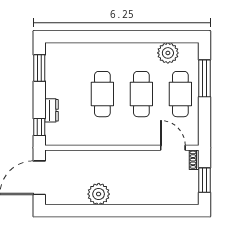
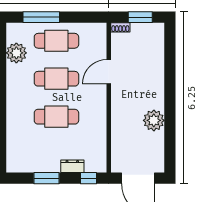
window: (39, 68) -> (46, 178), moved
door: (173, 148) -> (109, 72), moved

